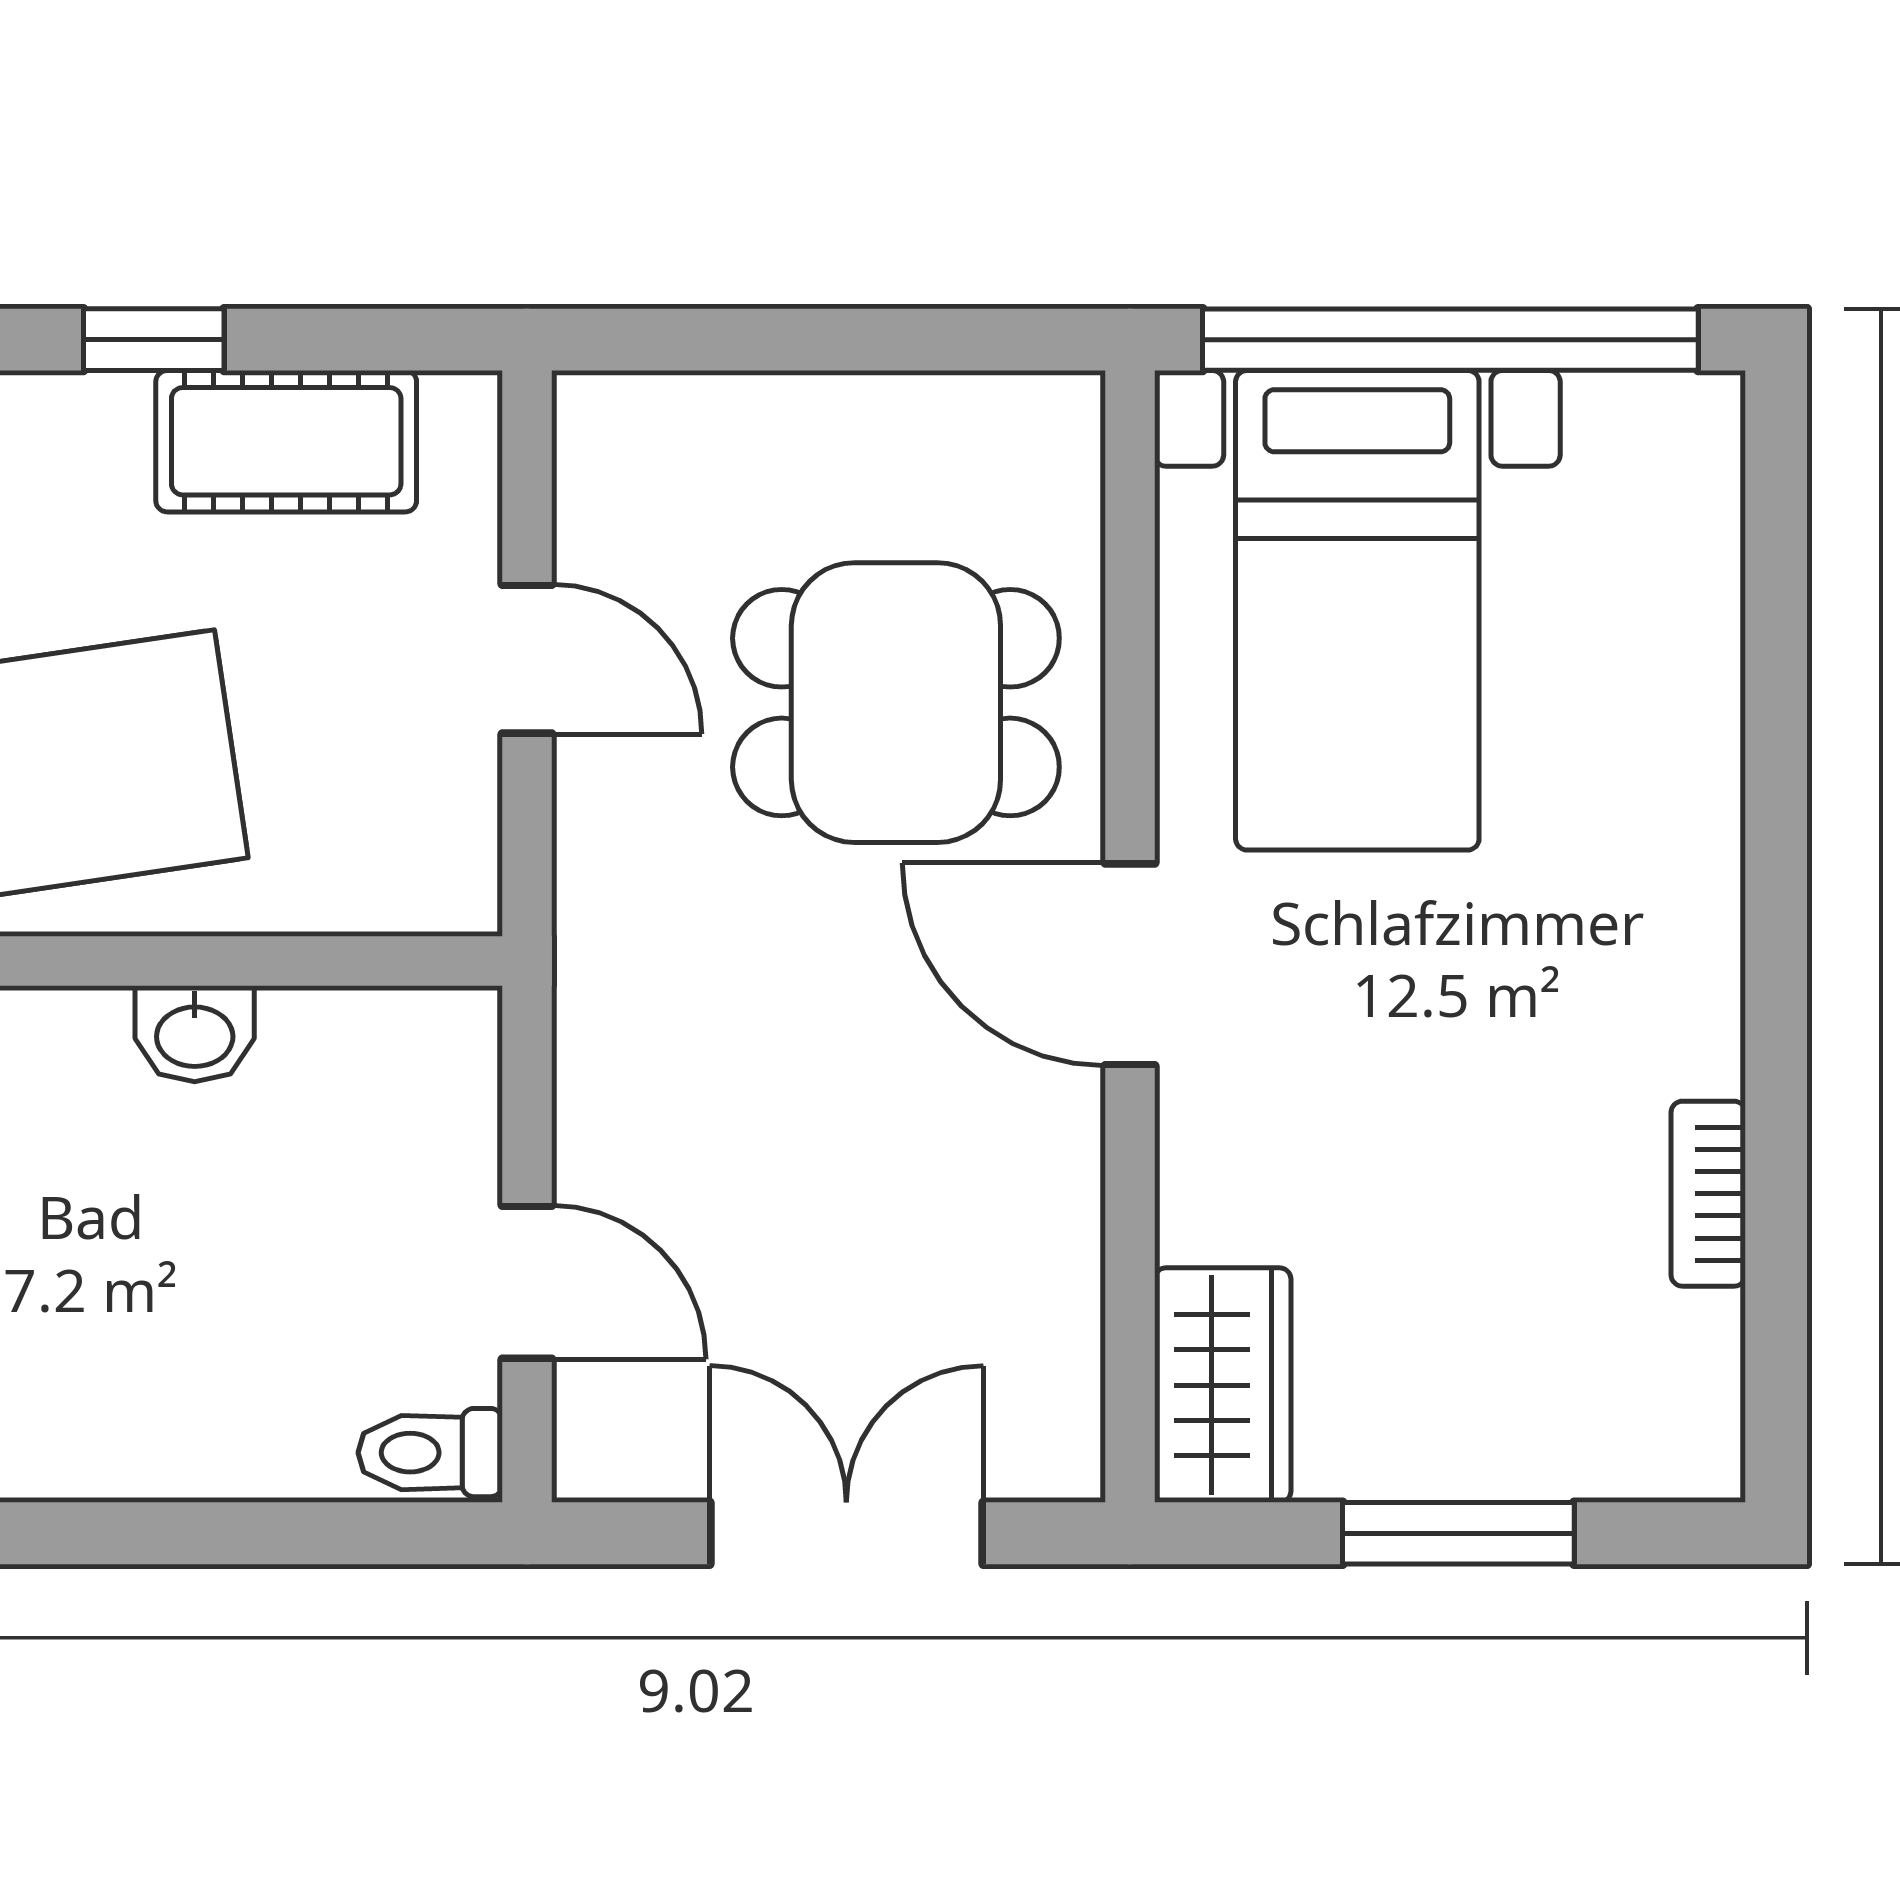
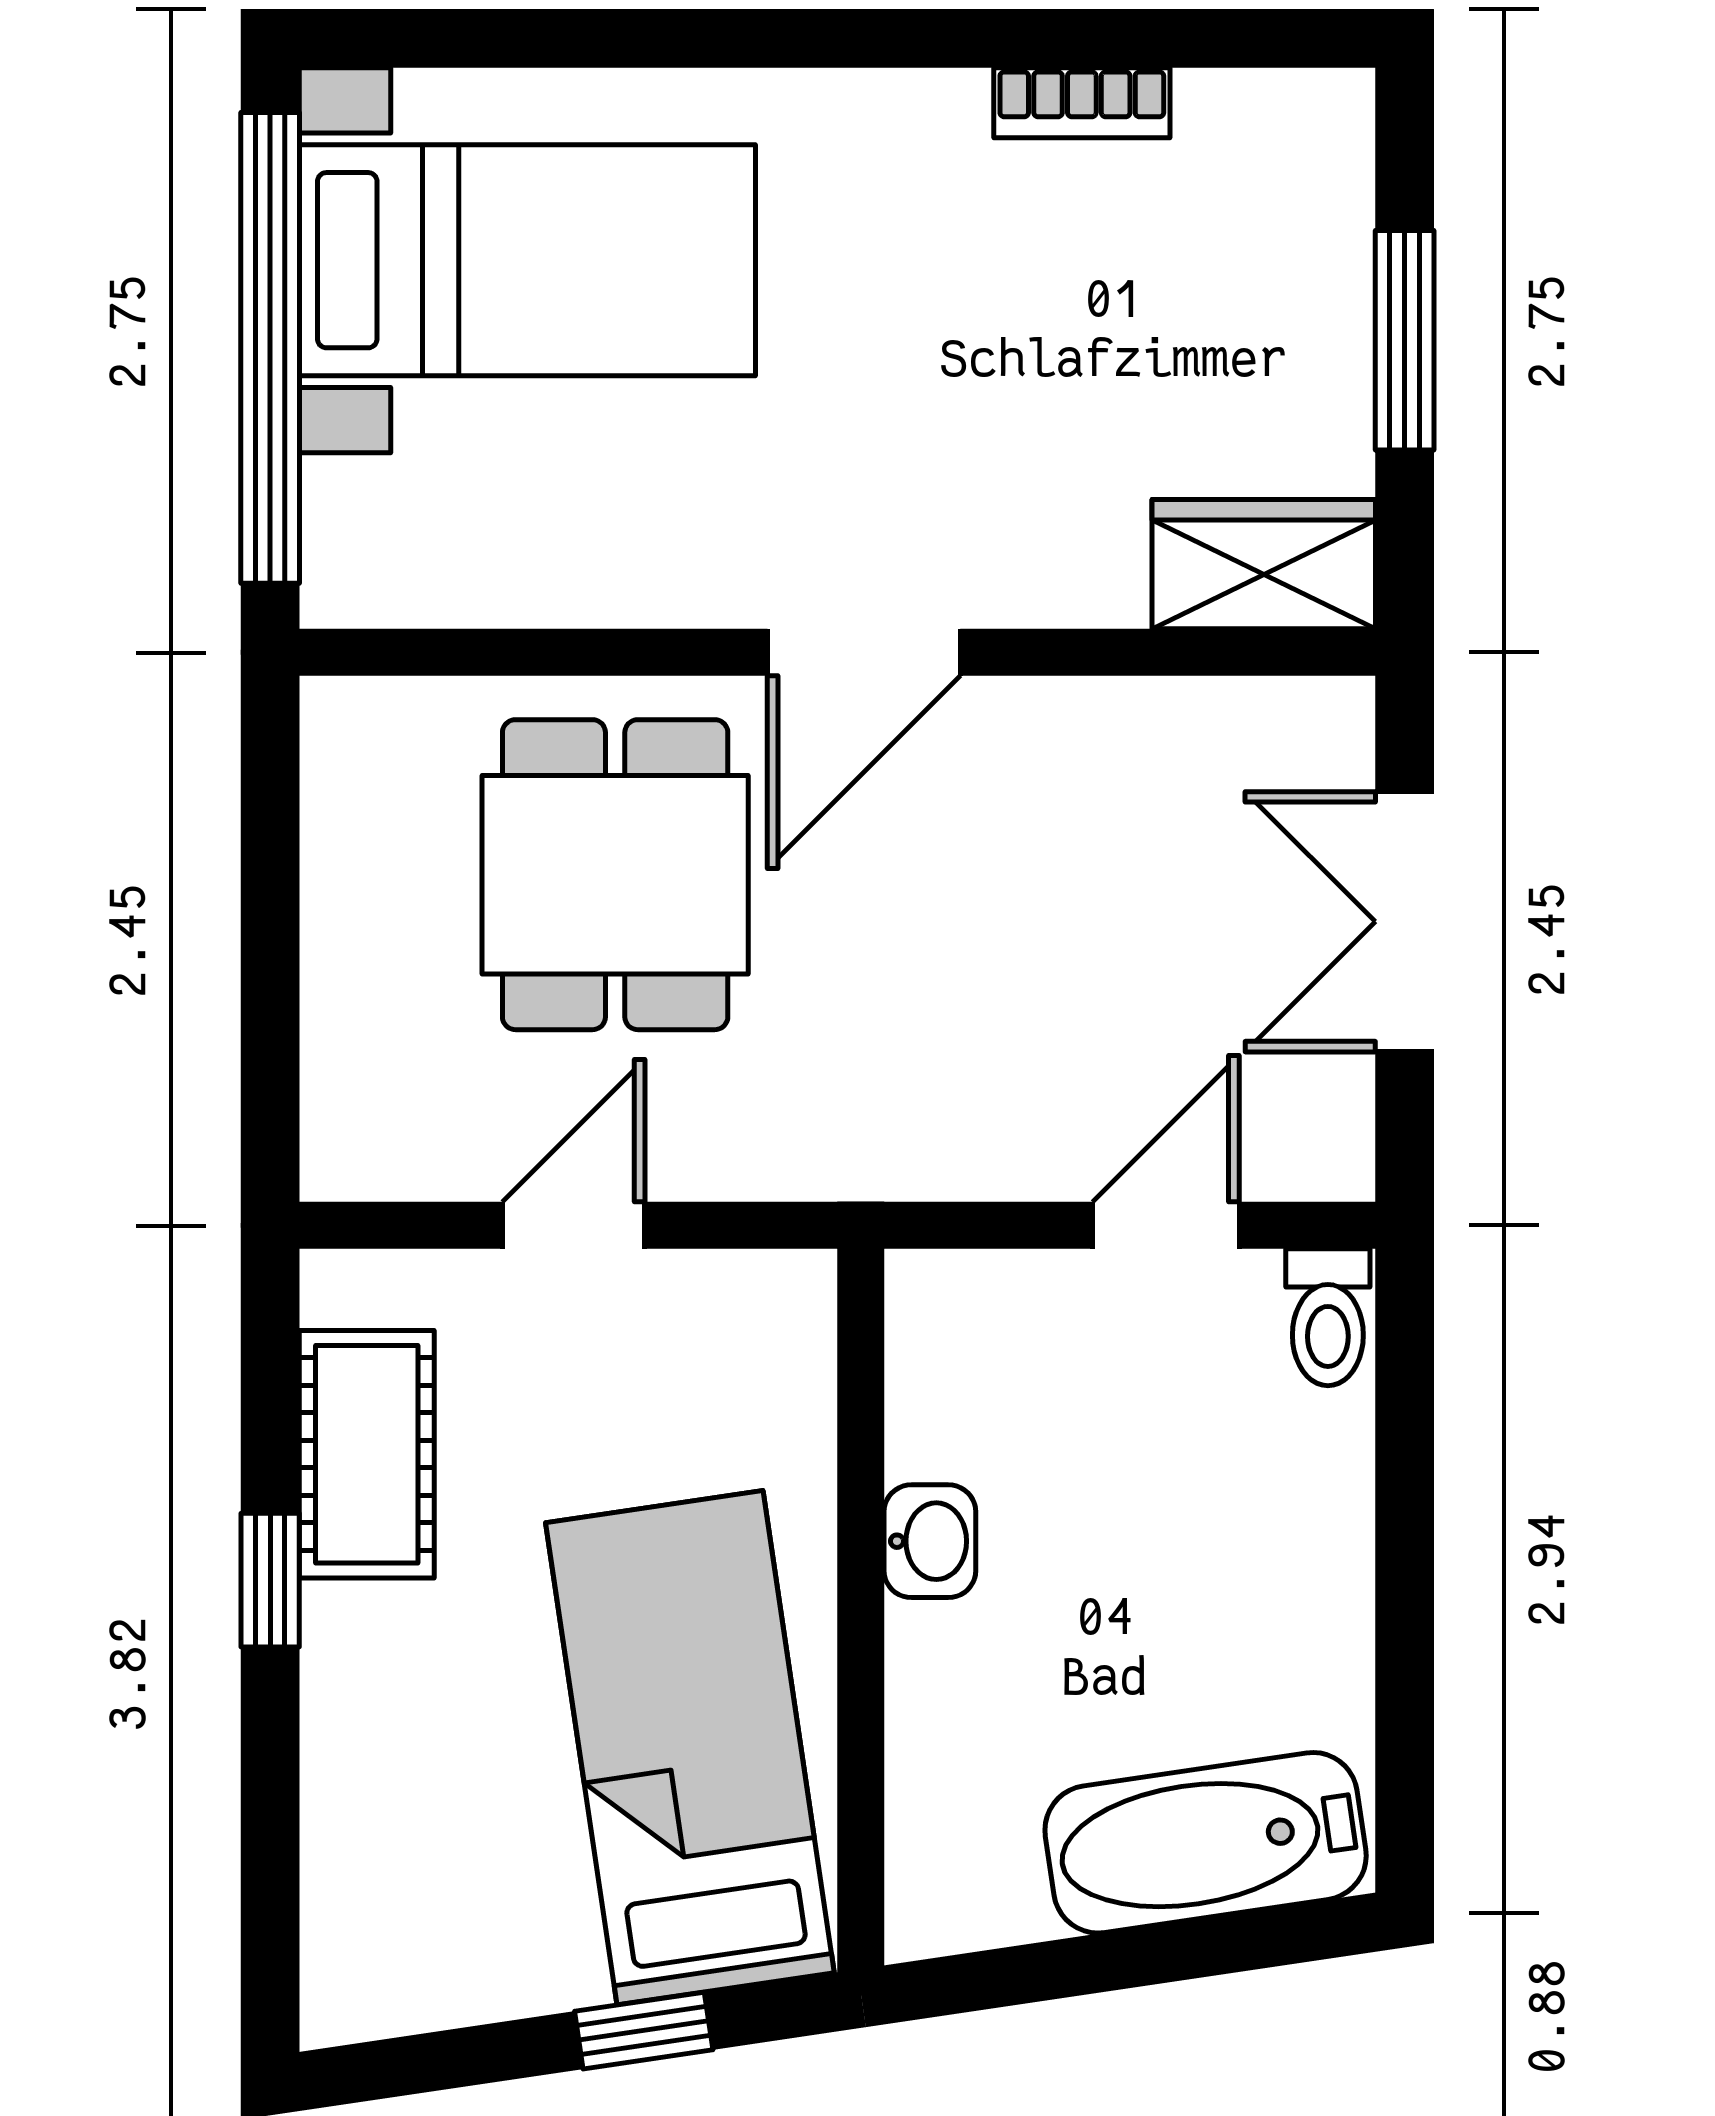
bed with nightstands: (1357, 610) -> (527, 260), moved

